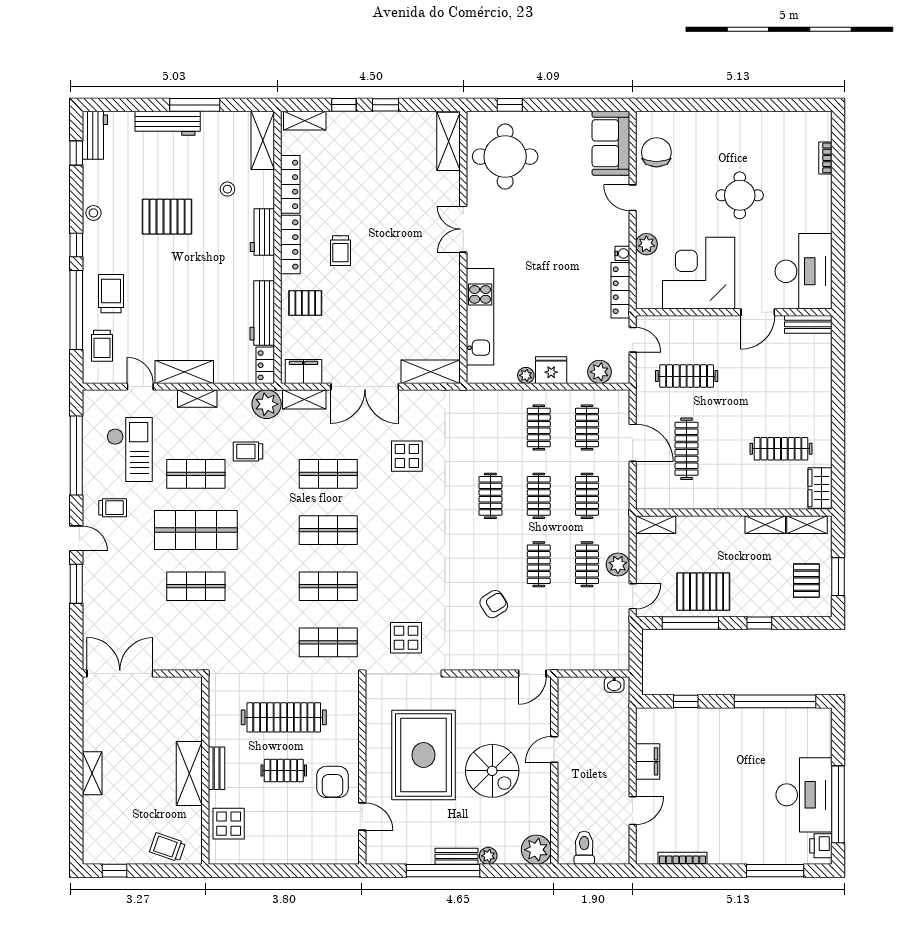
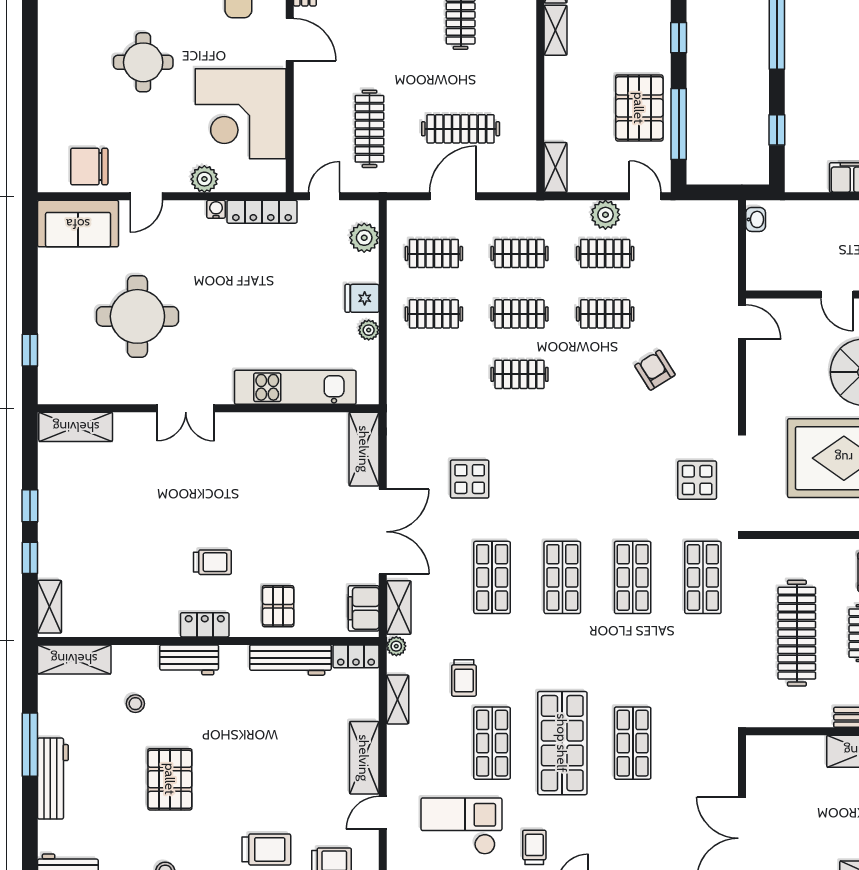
round table: (505, 157) -> (137, 316), moved
locker: (290, 184) -> (130, 625), removed
locker: (290, 244) -> (205, 625), width x0.66
trolley: (111, 294) -> (266, 849), turned 180
fridge: (551, 370) -> (362, 298), width x0.72
shelving: (197, 399) -> (398, 699), moved
plant: (267, 404) -> (396, 646), width x0.53, depth x0.53

